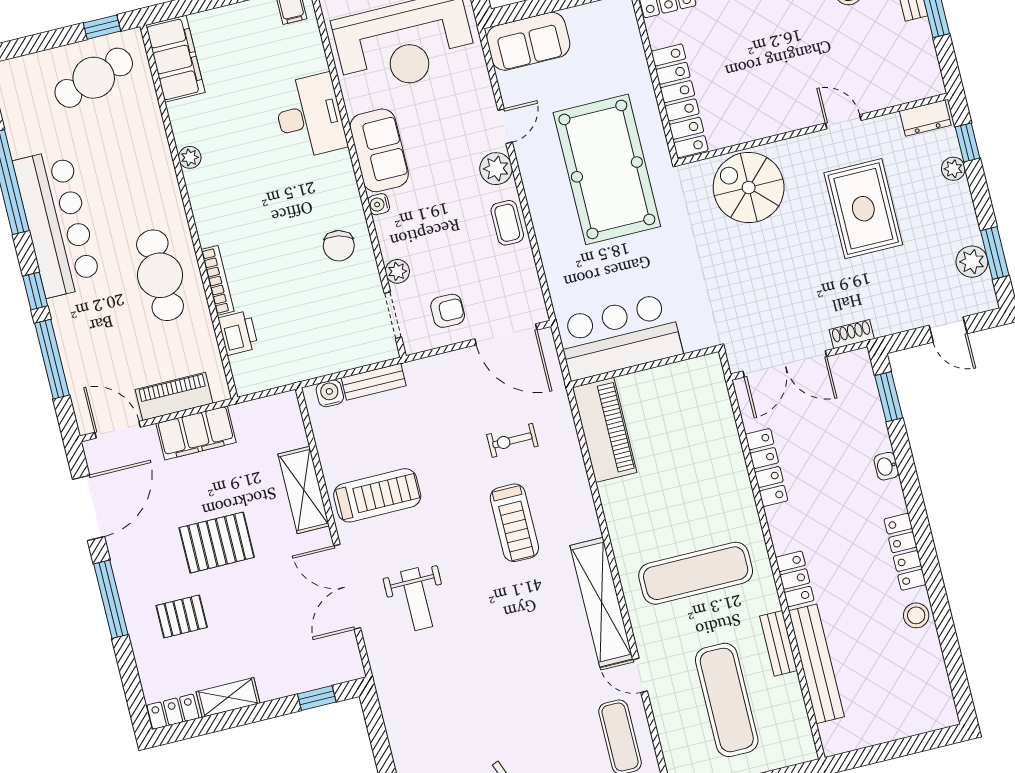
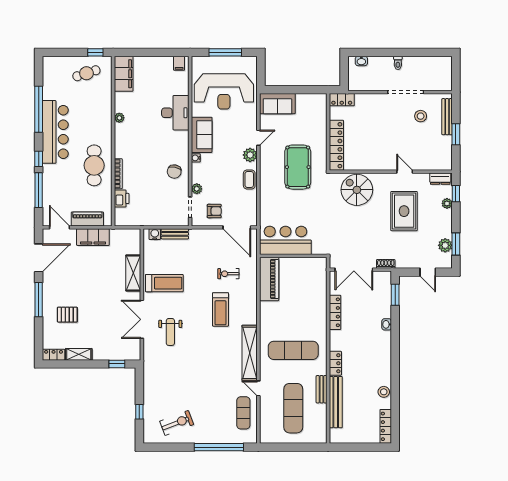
cafe table: (94, 78) -> (86, 73), width x0.73, depth x0.74
pool table: (607, 169) -> (298, 167), width x0.73, depth x0.76
pallet: (217, 543) -> (90, 286), removed
locker: (905, 552) -> (386, 426), moved

